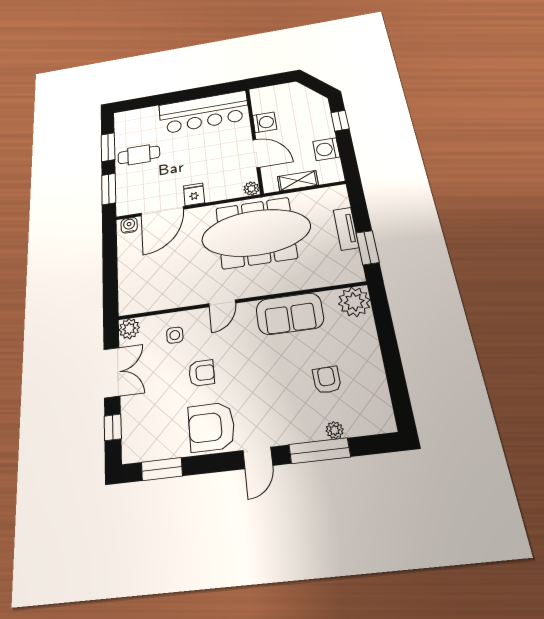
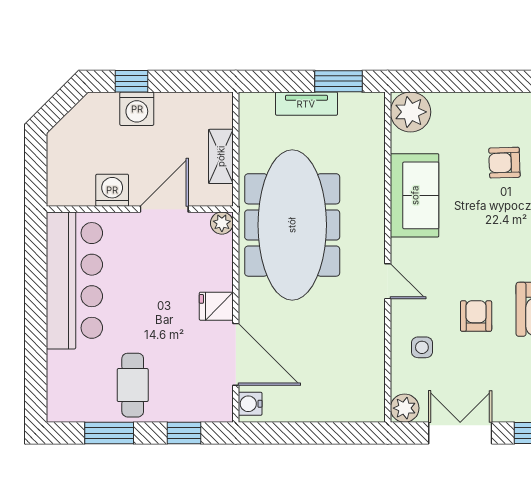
washing machine: (326, 149) -> (137, 109), moved
window: (109, 189) -> (184, 433), width x0.67

